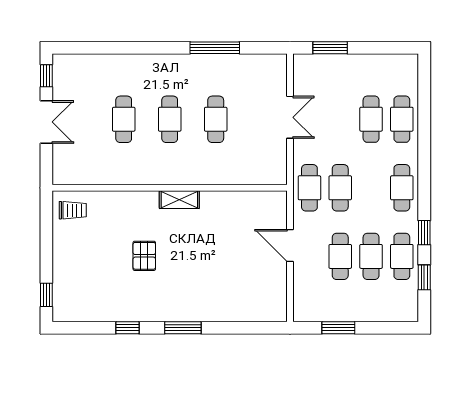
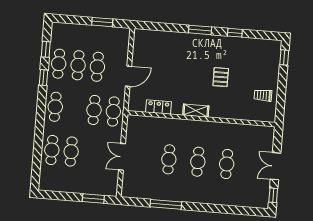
locker: (239, 201) -> (159, 107), added
trolley: (73, 210) -> (263, 95), moved
door: (290, 245) -> (128, 76), hinge flipped

